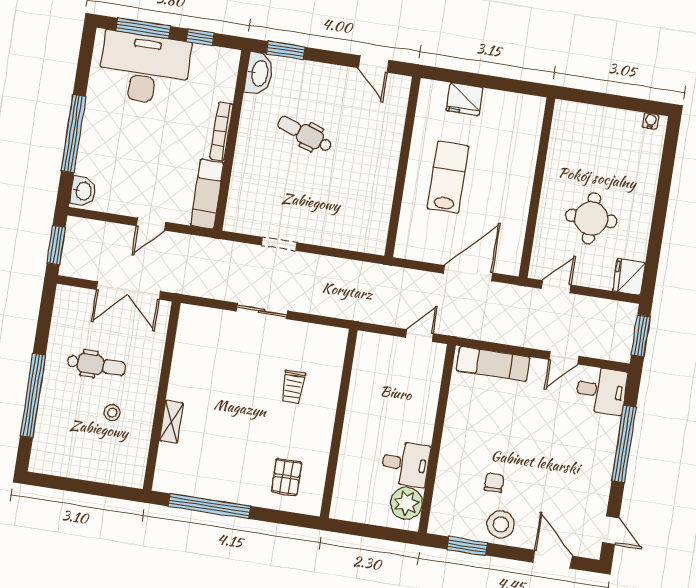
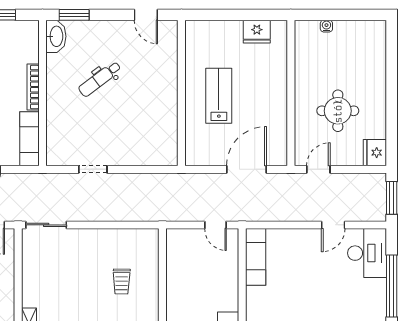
fridge: (465, 99) -> (257, 32), moved
water cooler: (651, 121) -> (326, 26), moved
dental chair: (305, 134) -> (100, 79), turned -56
sliding door: (262, 311) -> (46, 225), moved
door: (419, 335) -> (215, 225), swing flipped
exam couch: (493, 364) -> (256, 257), moved, turned -90
desk: (601, 391) -> (367, 253), width x1.37

